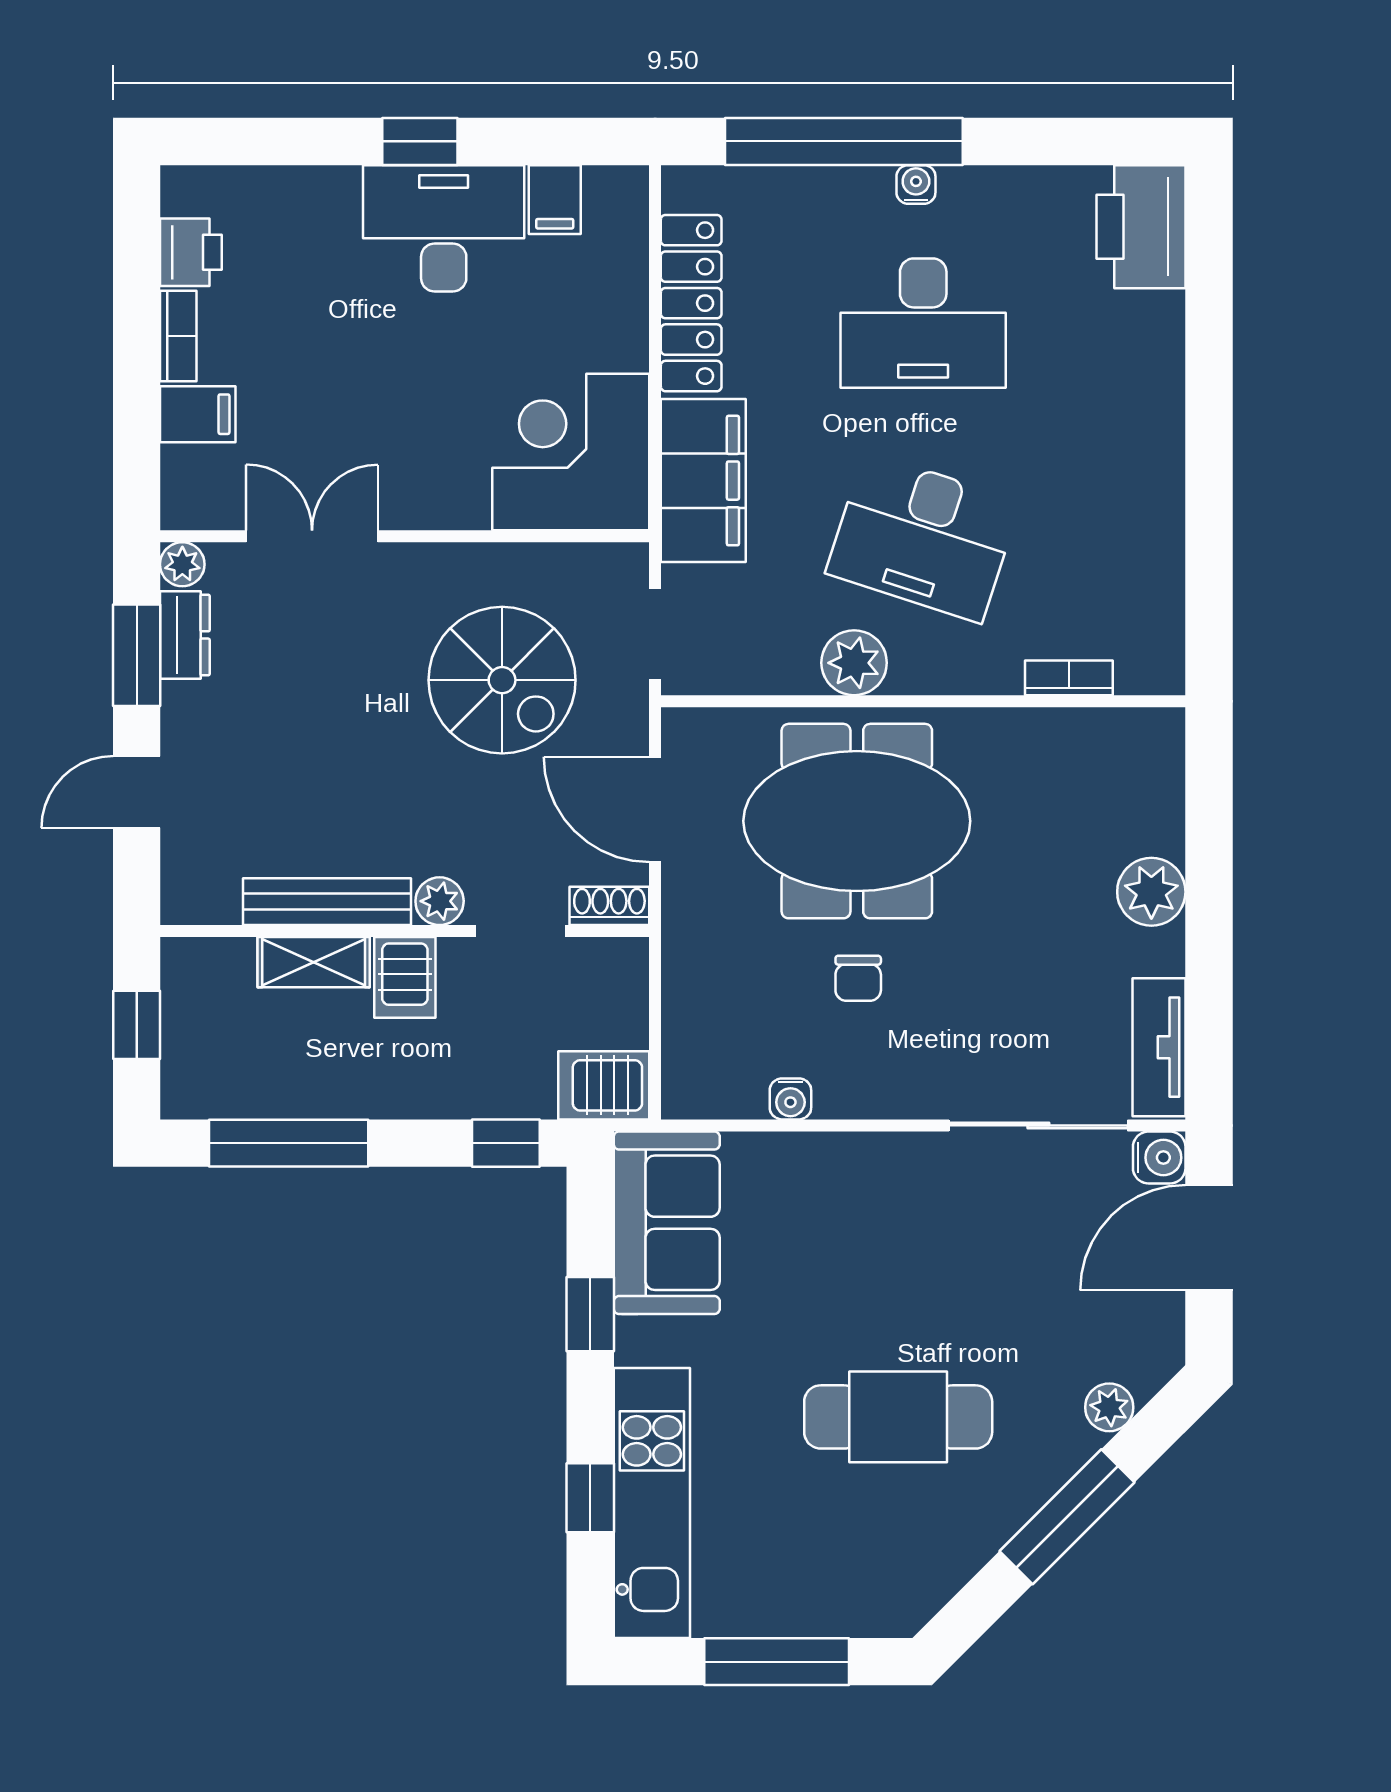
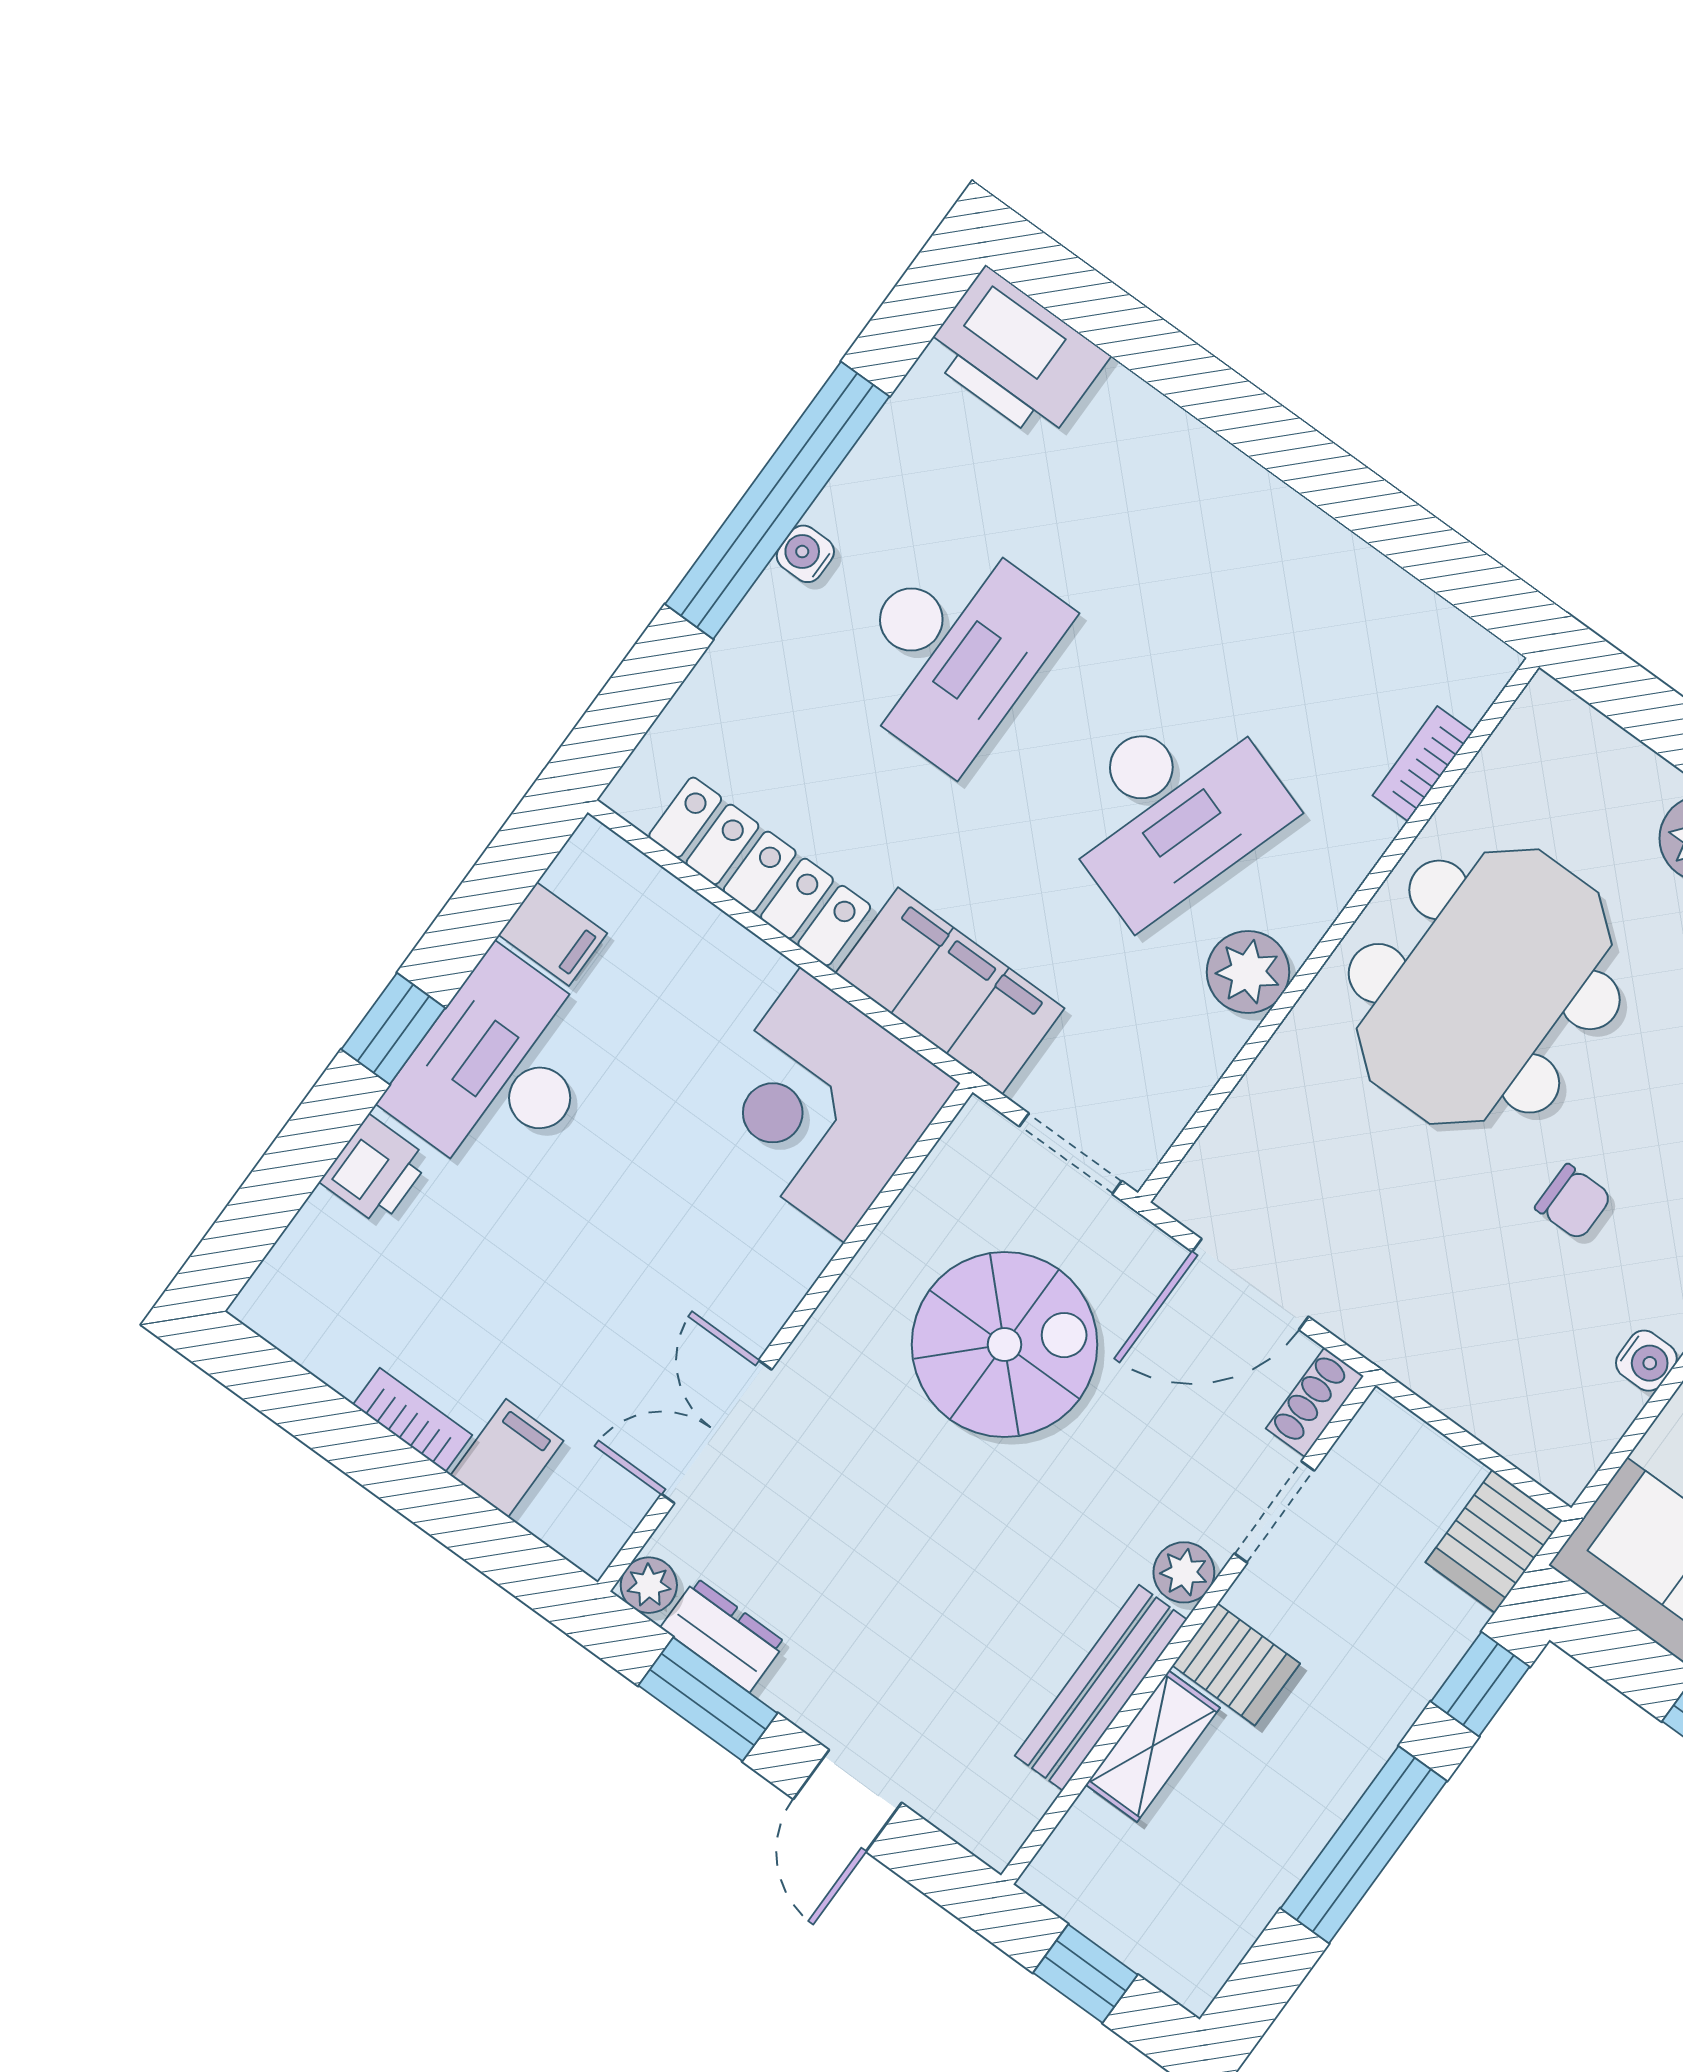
window: (844, 141) -> (777, 500), moved
printer: (191, 252) -> (375, 1170), moved, turned 90
meeting table: (857, 821) -> (1484, 987), moved
window: (289, 1143) -> (1364, 1845), moved

